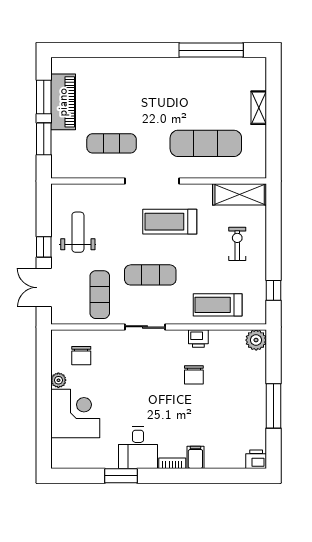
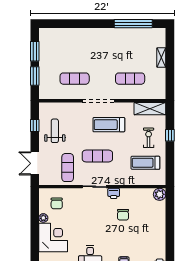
piano: (63, 102) -> (46, 54), removed
exercise mat: (206, 143) -> (130, 79), width x0.73, depth x0.69
window: (44, 247) -> (35, 126), moved
window: (274, 290) -> (170, 135), moved
treadmill: (218, 305) -> (145, 163), moved
printer: (198, 339) -> (114, 193), moved
window: (274, 406) -> (170, 233), removed

